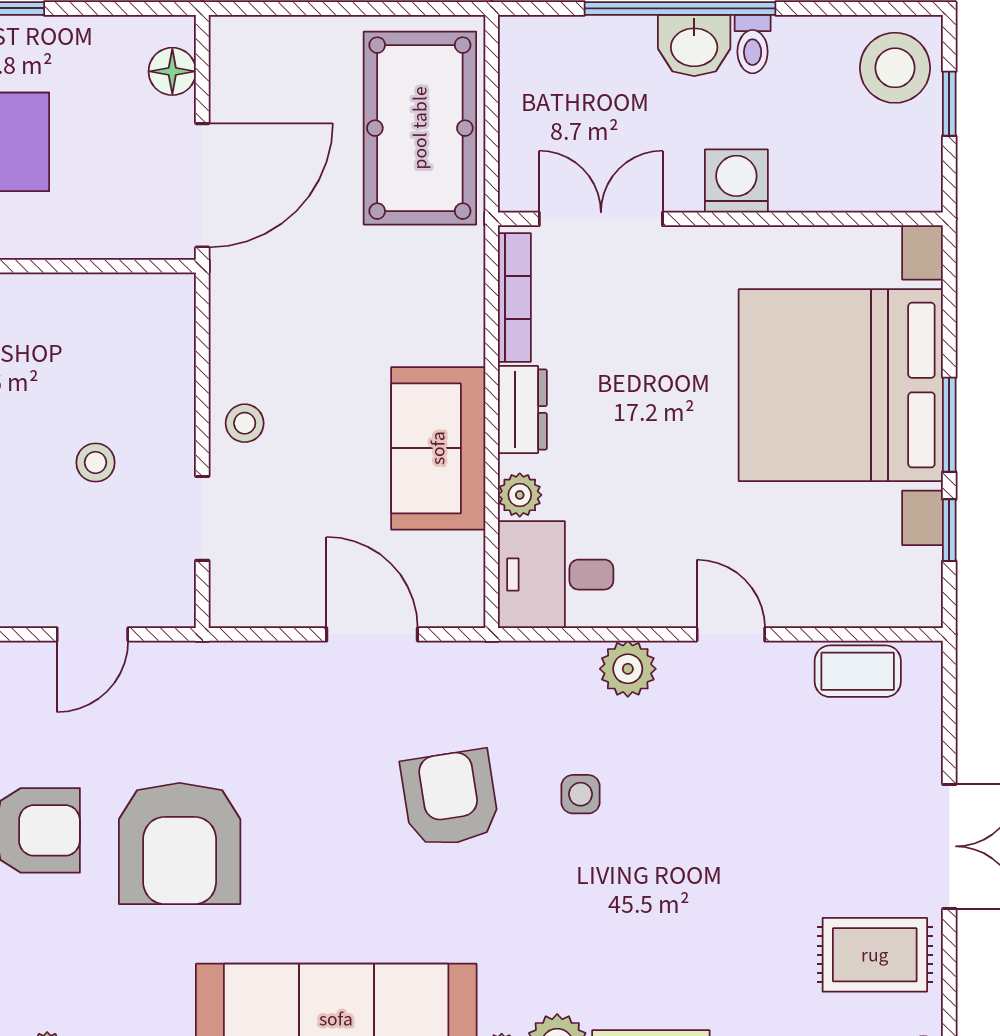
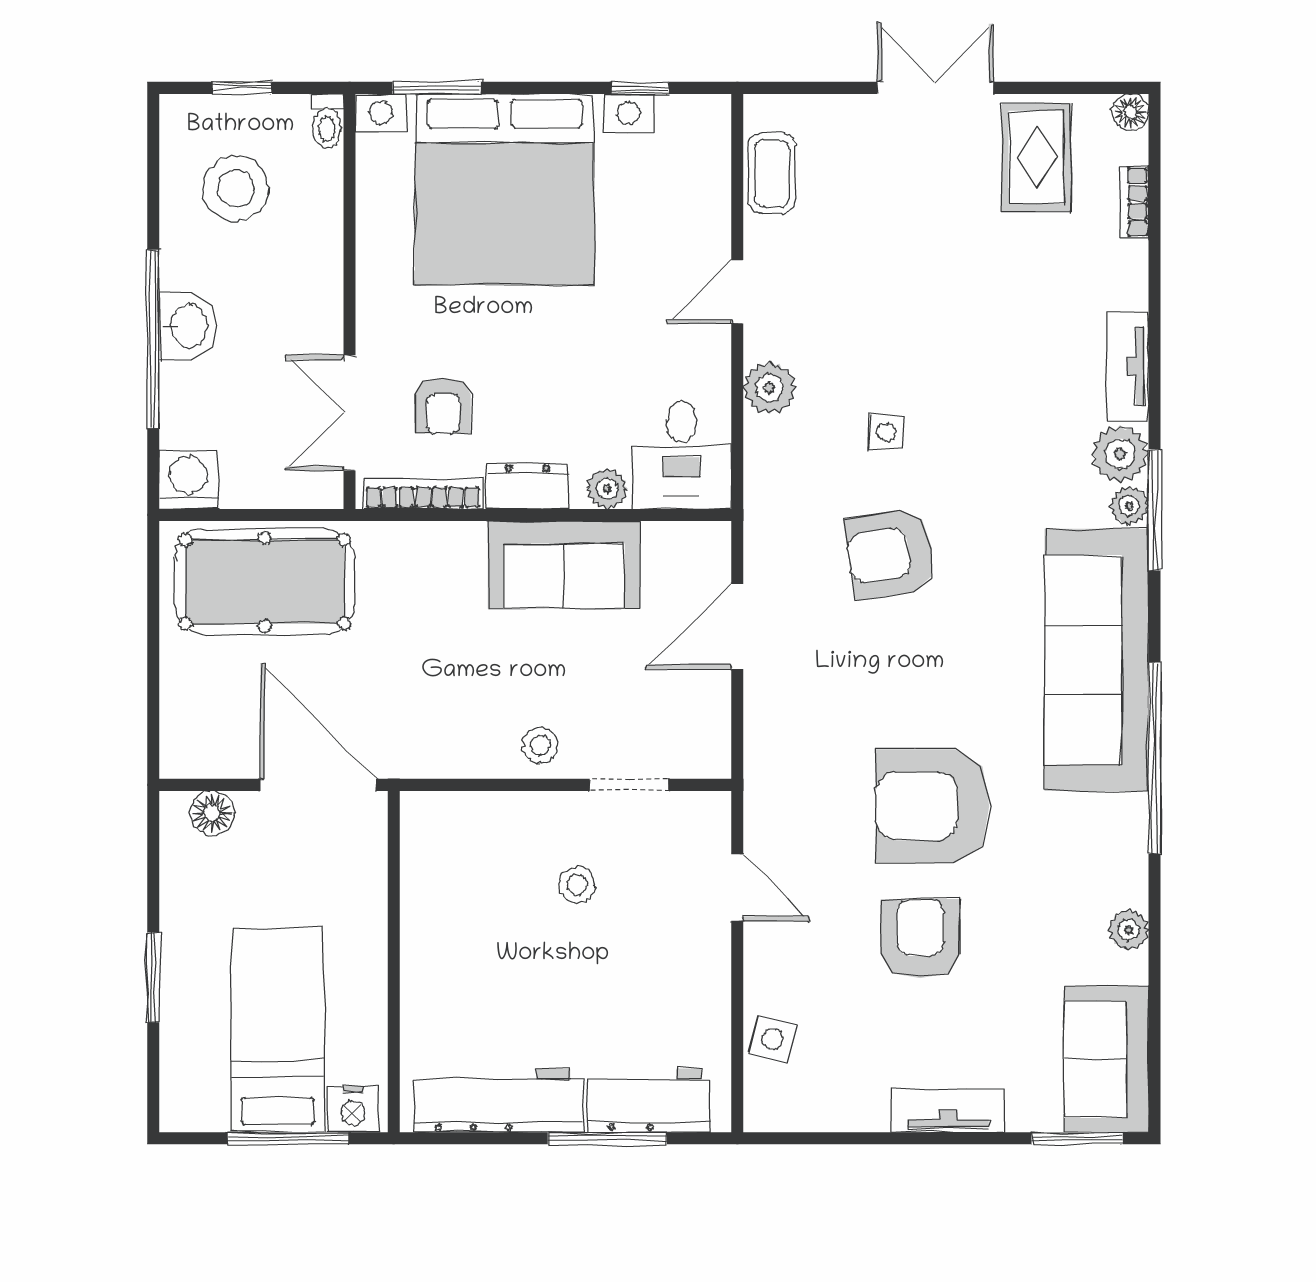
toilet: (753, 44) -> (327, 121), moved, turned 90
stool: (895, 68) -> (236, 188), moved
washing machine: (736, 181) -> (189, 480), moved, turned 90
armchair: (609, 319) -> (443, 406), added
window: (949, 425) -> (437, 88), moved
armchair: (180, 844) -> (932, 806), turned 180

